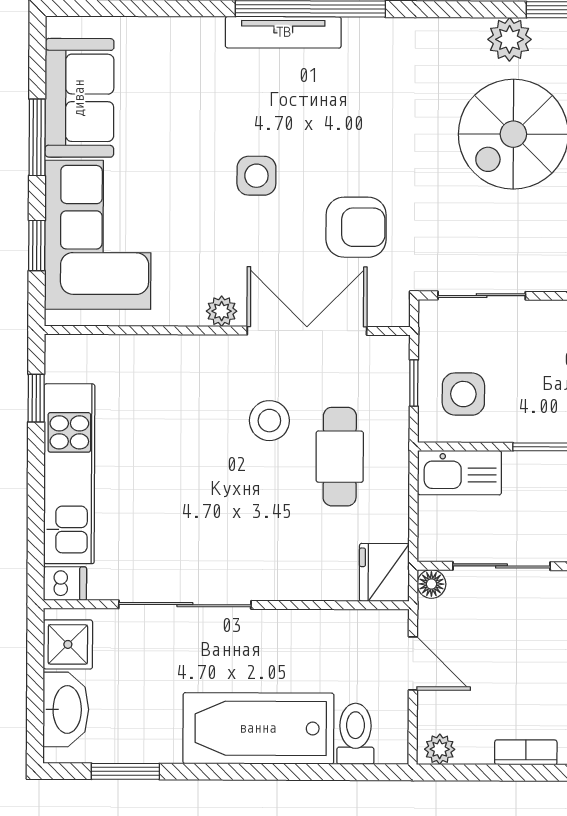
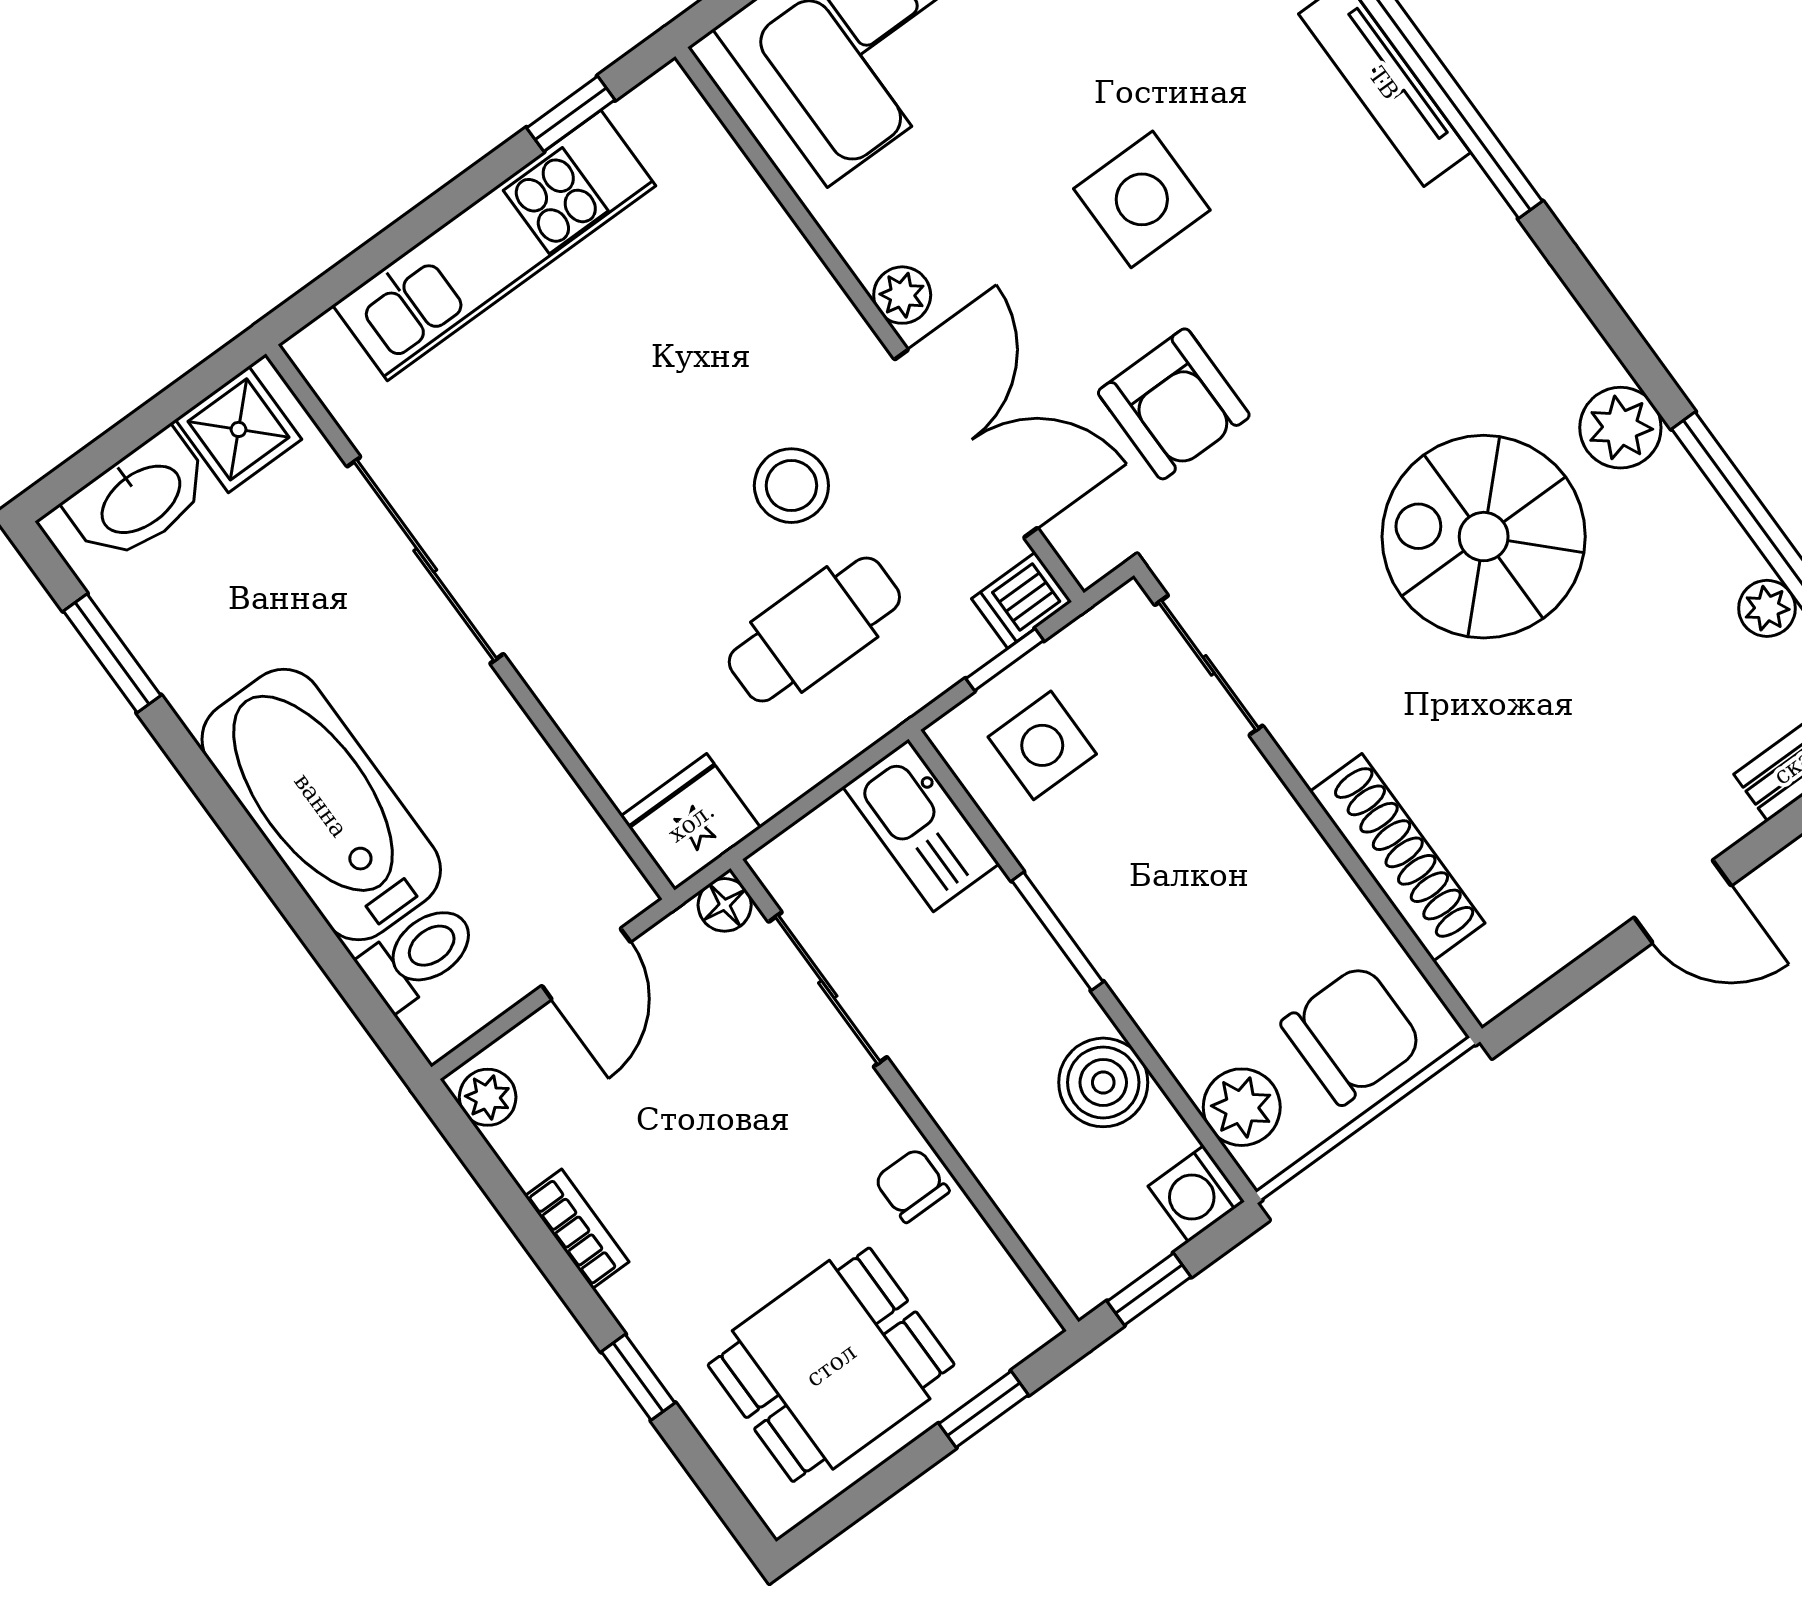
side table: (256, 176) -> (1142, 199), width x1.37, depth x1.37
dishwasher: (65, 584) -> (1022, 600), moved, turned 90

